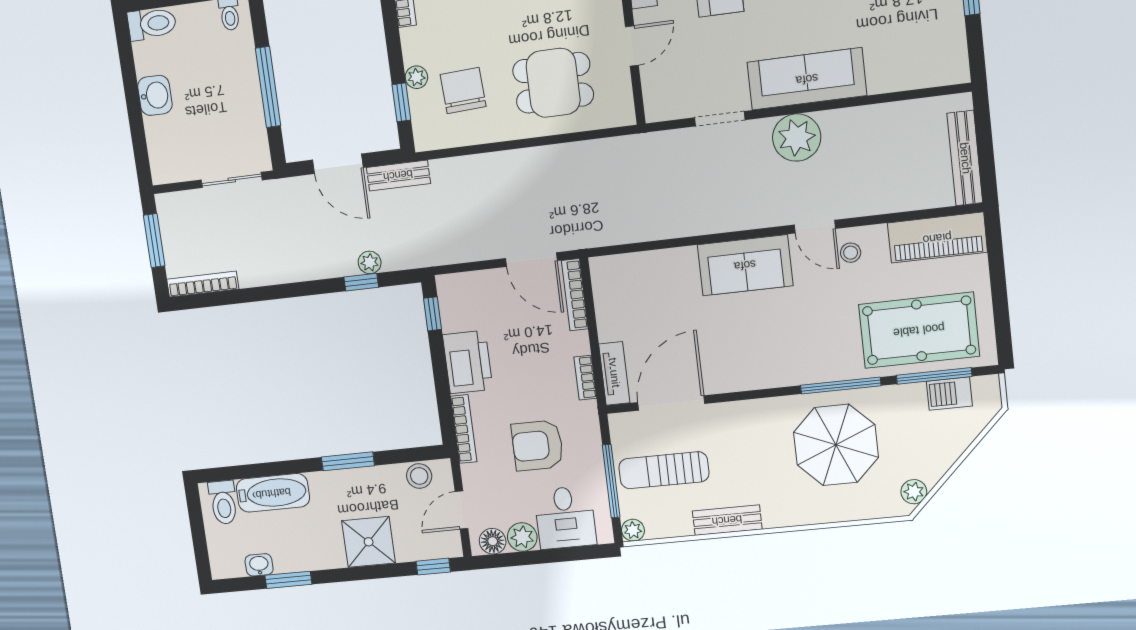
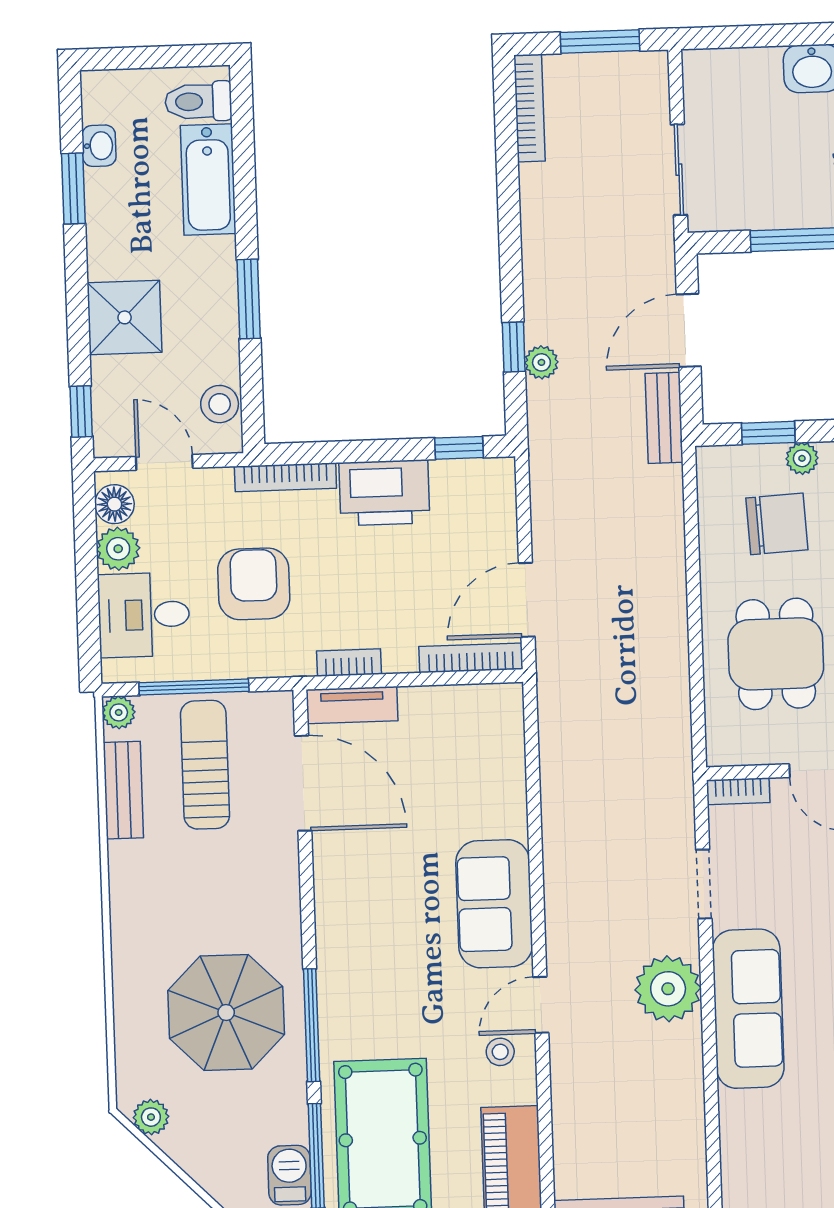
bookcase: (652, 100) -> (738, 791), added
bench: (727, 520) -> (123, 790), moved

